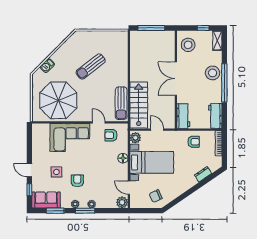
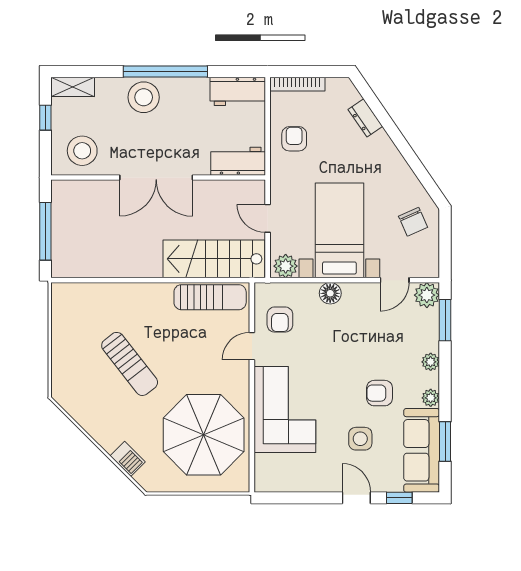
door: (157, 130) -> (268, 218), hinge flipped
door: (29, 170) -> (356, 498), swing flipped
sofa: (46, 200) -> (422, 450), width x1.36
window: (85, 211) -> (445, 320), moved

